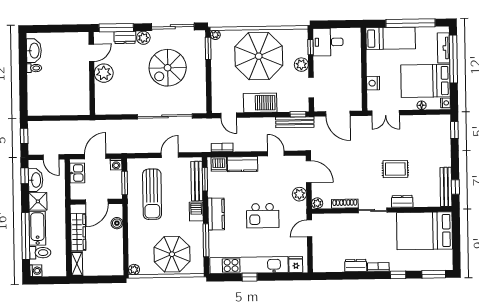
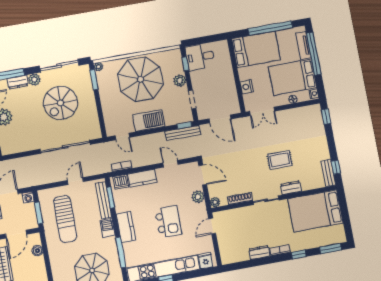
bed: (391, 38) -> (256, 49), width x1.50
bench: (446, 187) -> (328, 173), width x0.73
kitchen island: (263, 216) -> (168, 222), turned -90

